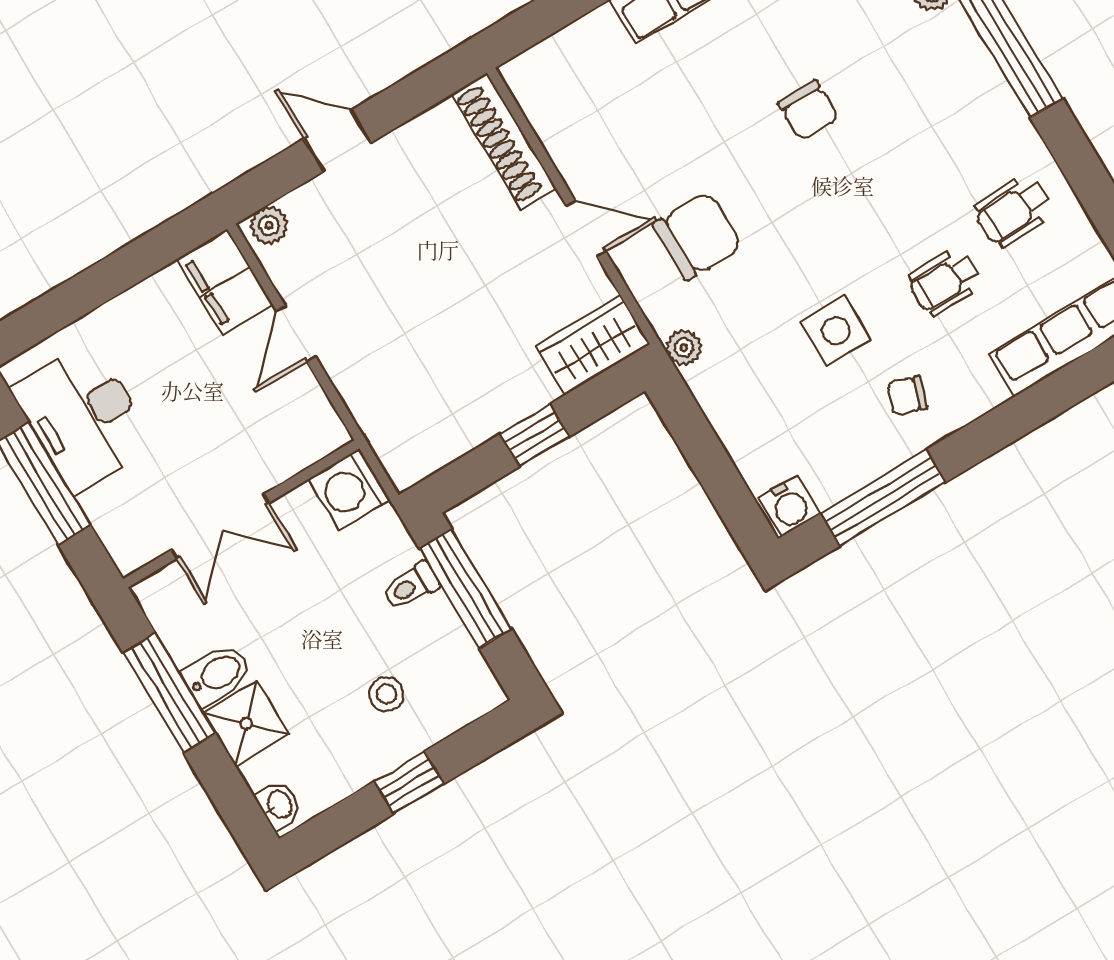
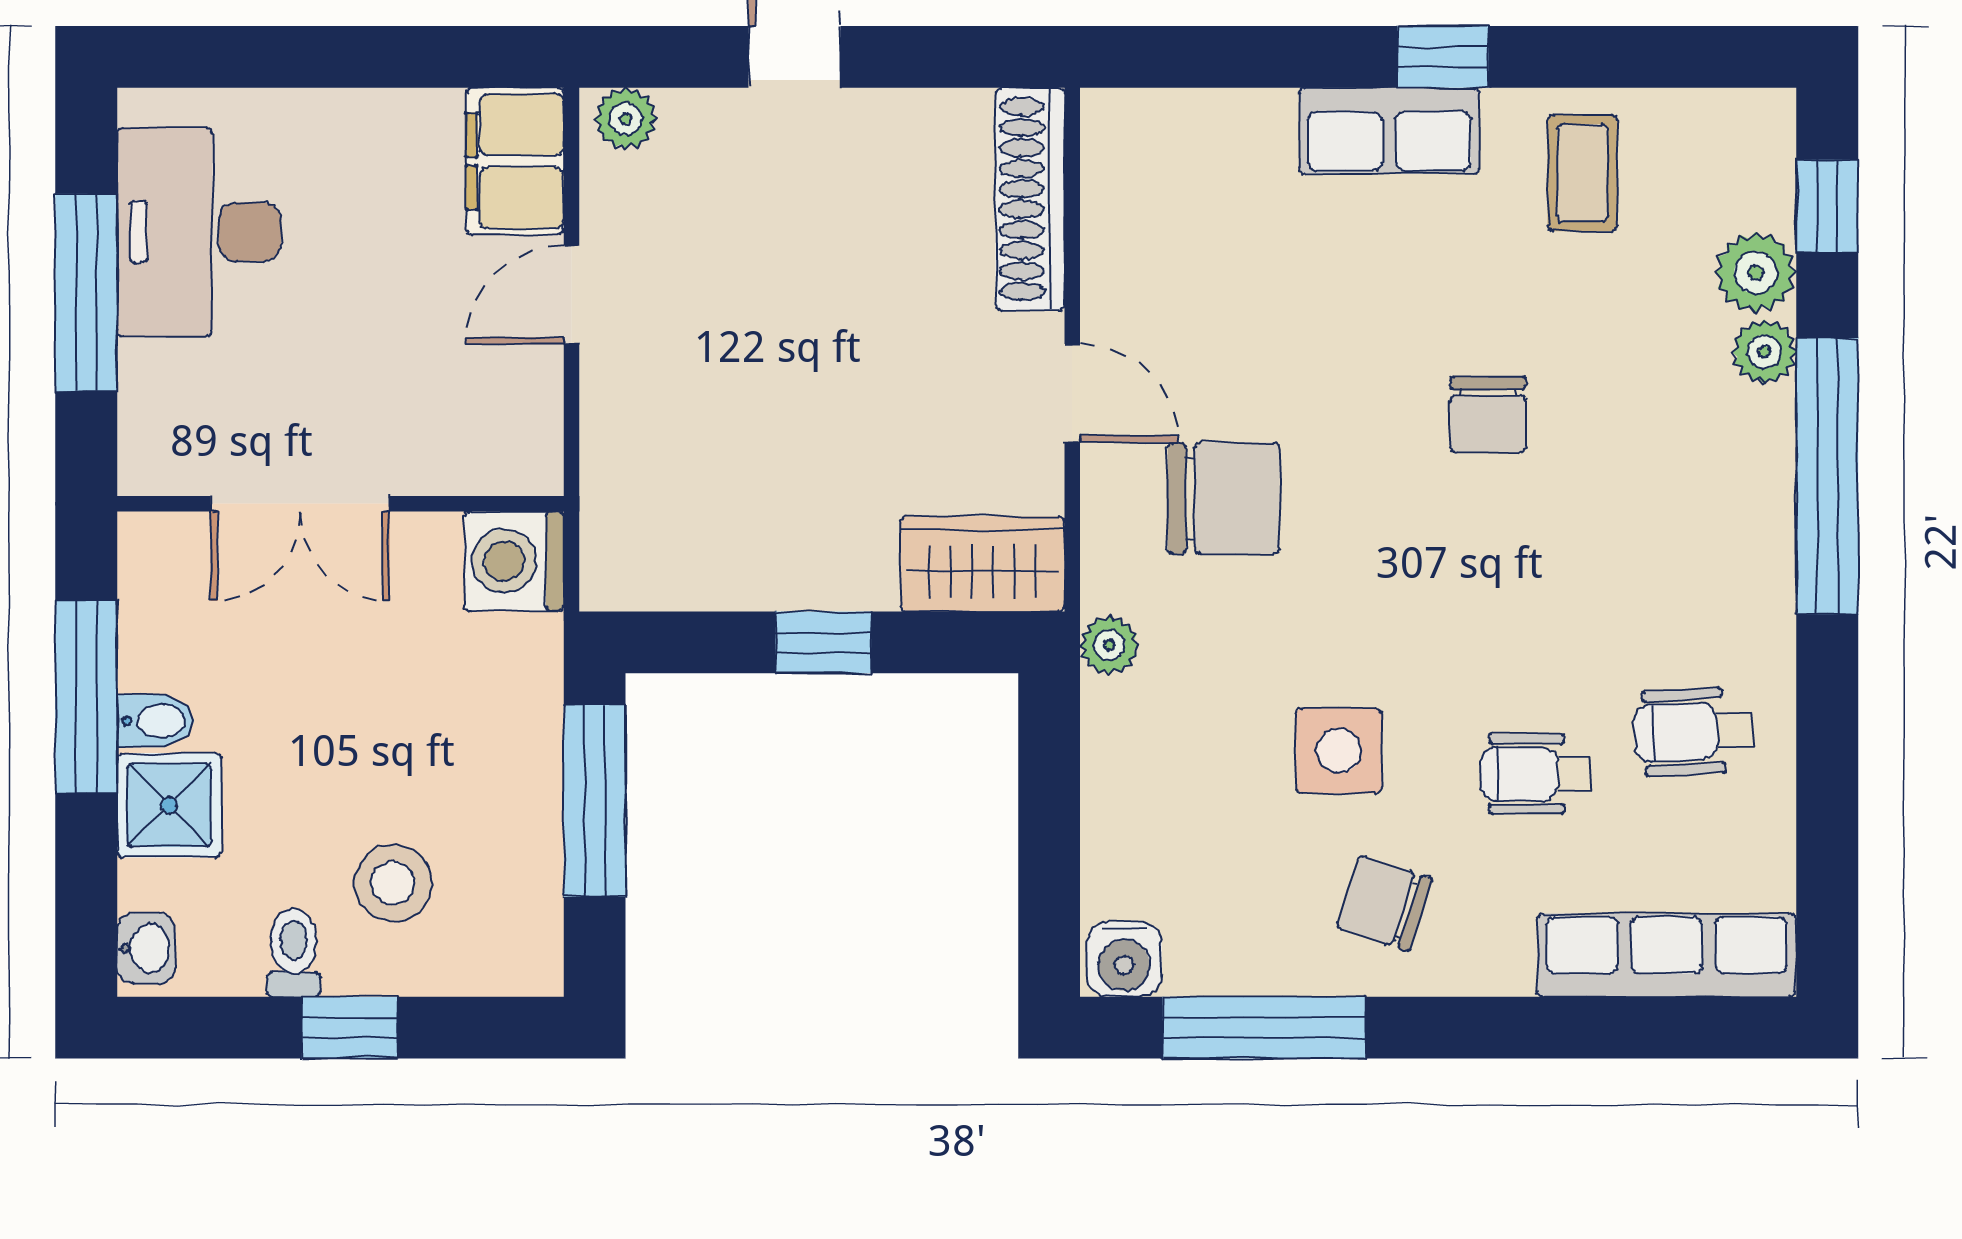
chair: (907, 396) -> (1385, 903), width x1.37, depth x1.37
toilet: (411, 586) -> (294, 953), moved, turned 90
bidet: (217, 674) -> (156, 721), width x0.72, depth x0.74
stool: (387, 694) -> (393, 883), width x1.37, depth x1.37

